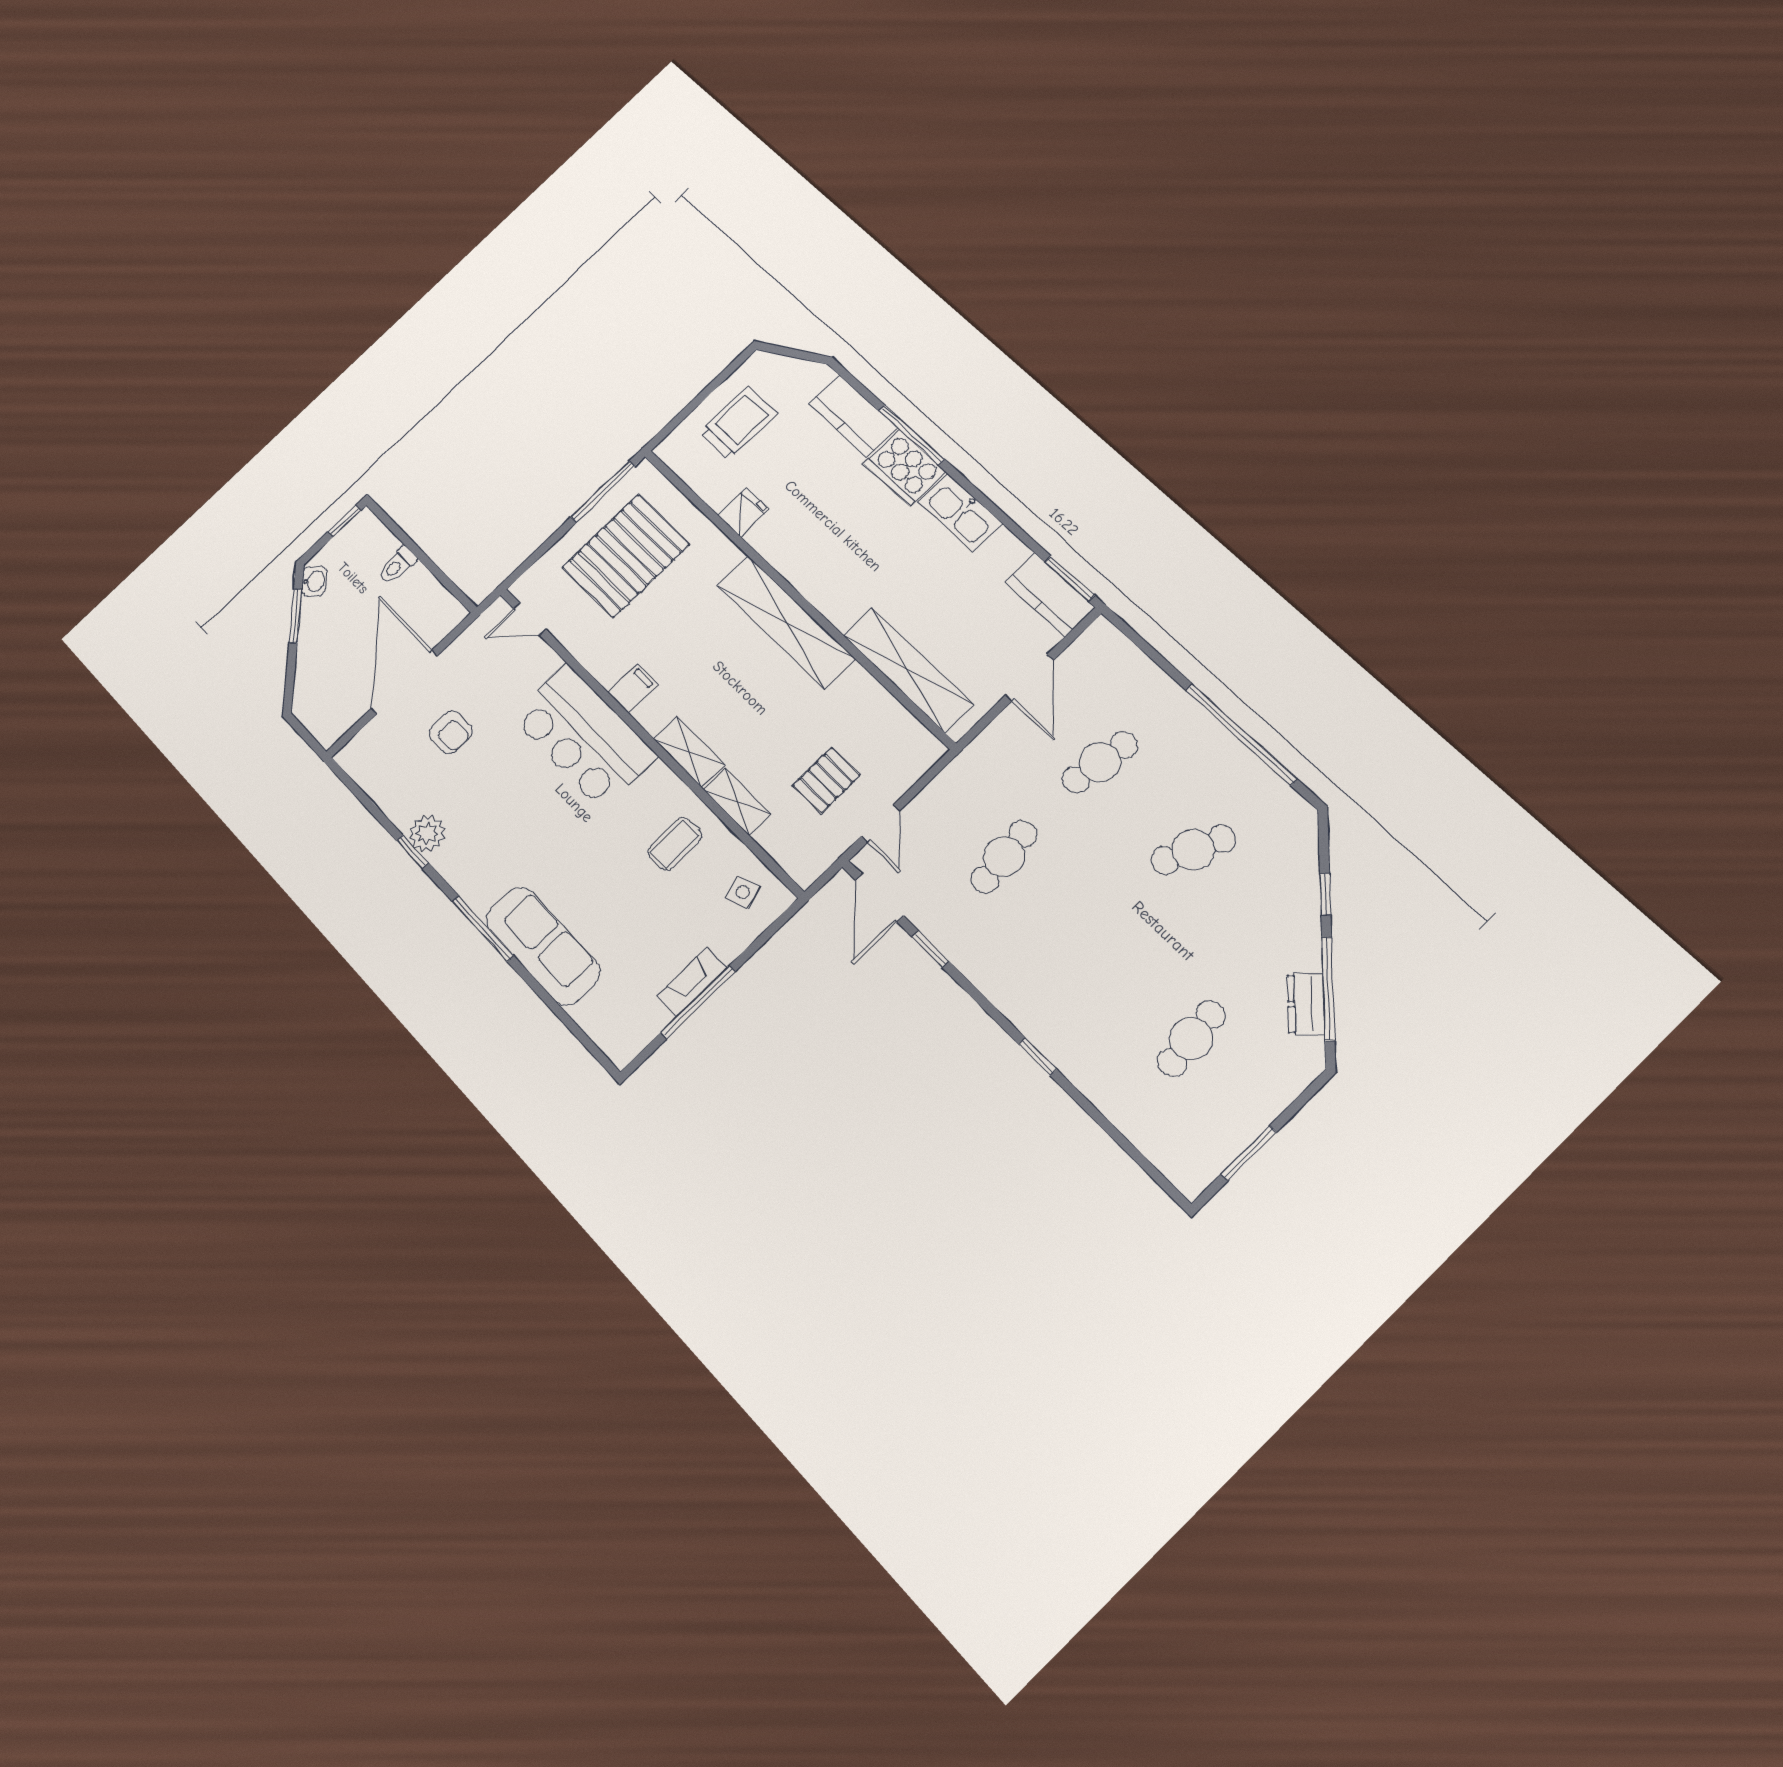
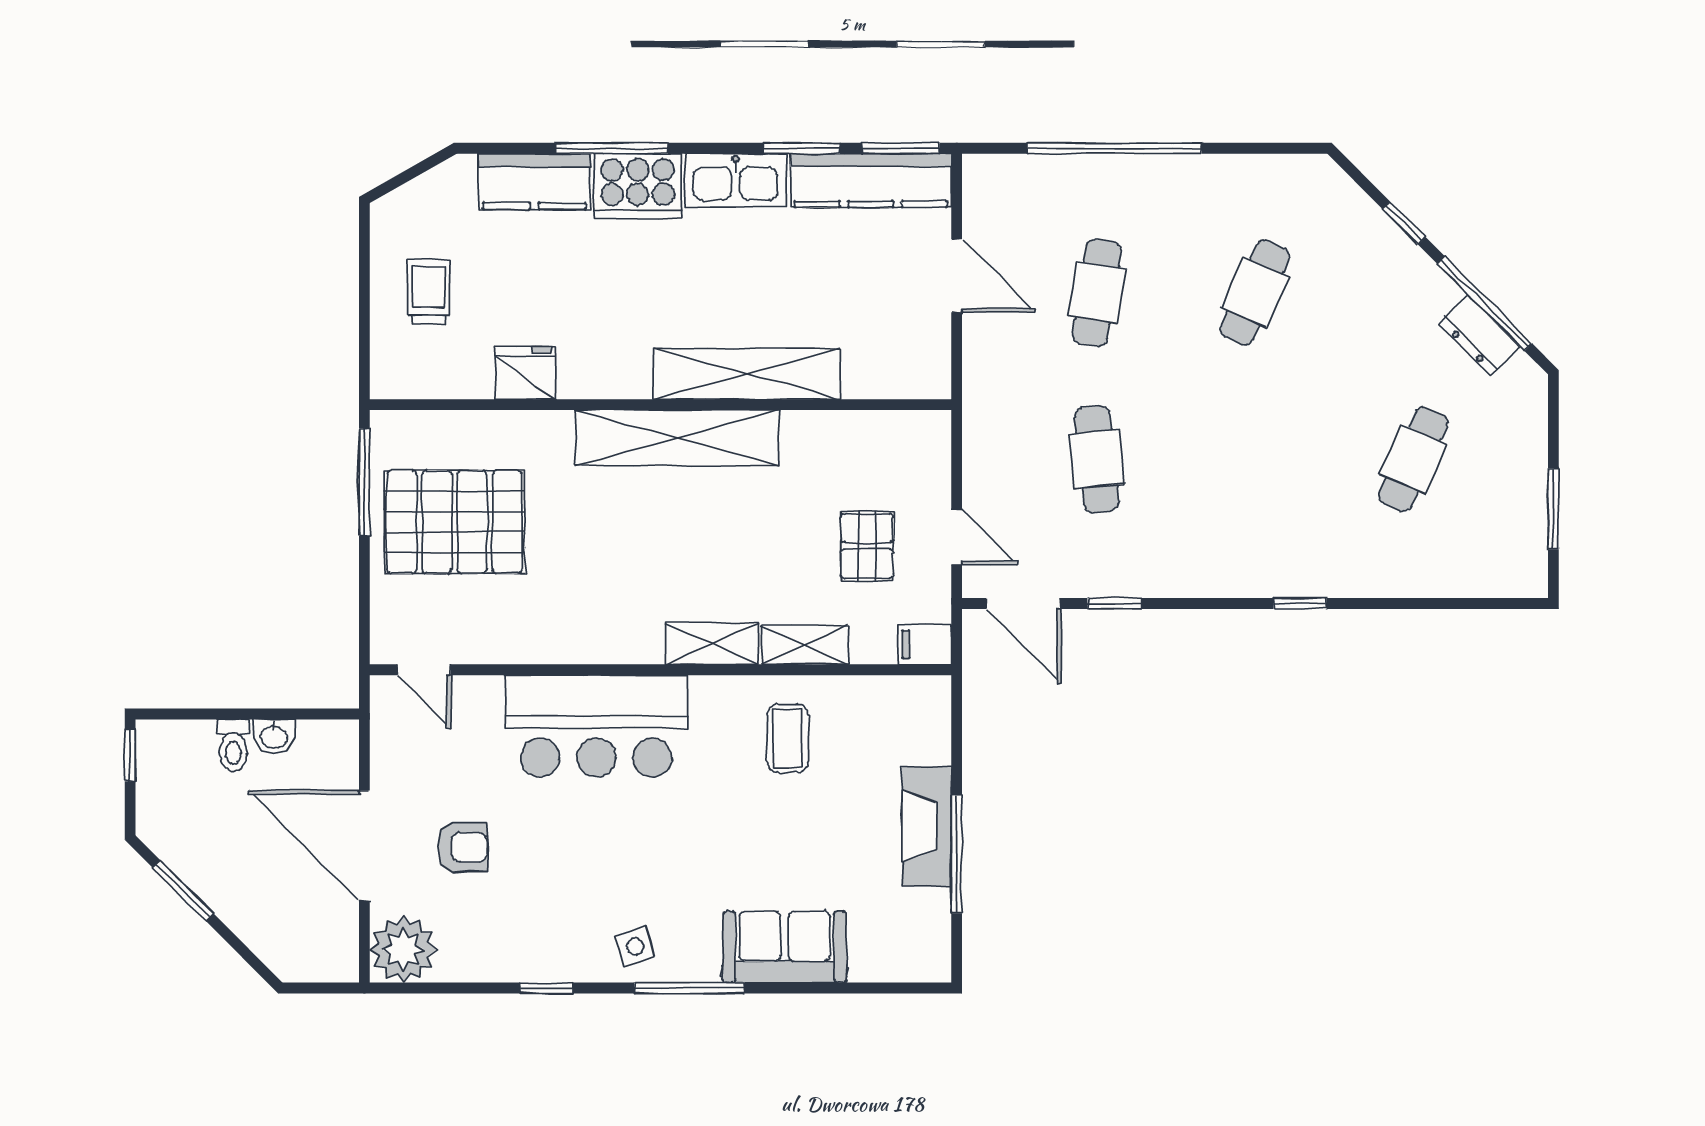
trolley: (738, 423) -> (429, 292), width x0.73, depth x0.72
fridge: (743, 512) -> (526, 373), width x1.38
window: (1014, 528) -> (801, 148), added
pallet: (626, 556) -> (454, 522), turned 90
washbasin: (314, 581) -> (274, 736), moved, turned 135
kitchen counter: (1050, 595) -> (871, 180), width x1.50
door: (530, 619) -> (424, 670), hinge flipped
shelving: (908, 670) -> (747, 374), moved
filing cabinet: (633, 688) -> (925, 644), moved, turned -90
window: (1241, 734) -> (1115, 148), moved
plant: (427, 833) -> (403, 949), moved, width x1.36, depth x1.36
side table: (743, 892) -> (635, 946), moved
sofa: (543, 946) -> (785, 947), width x0.73
fireplace: (692, 982) -> (927, 826), width x1.37, depth x1.32
cafe table: (1191, 1039) -> (1413, 459), turned 30

